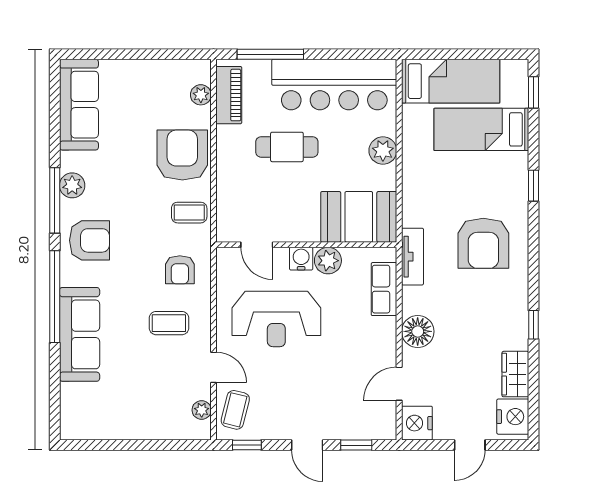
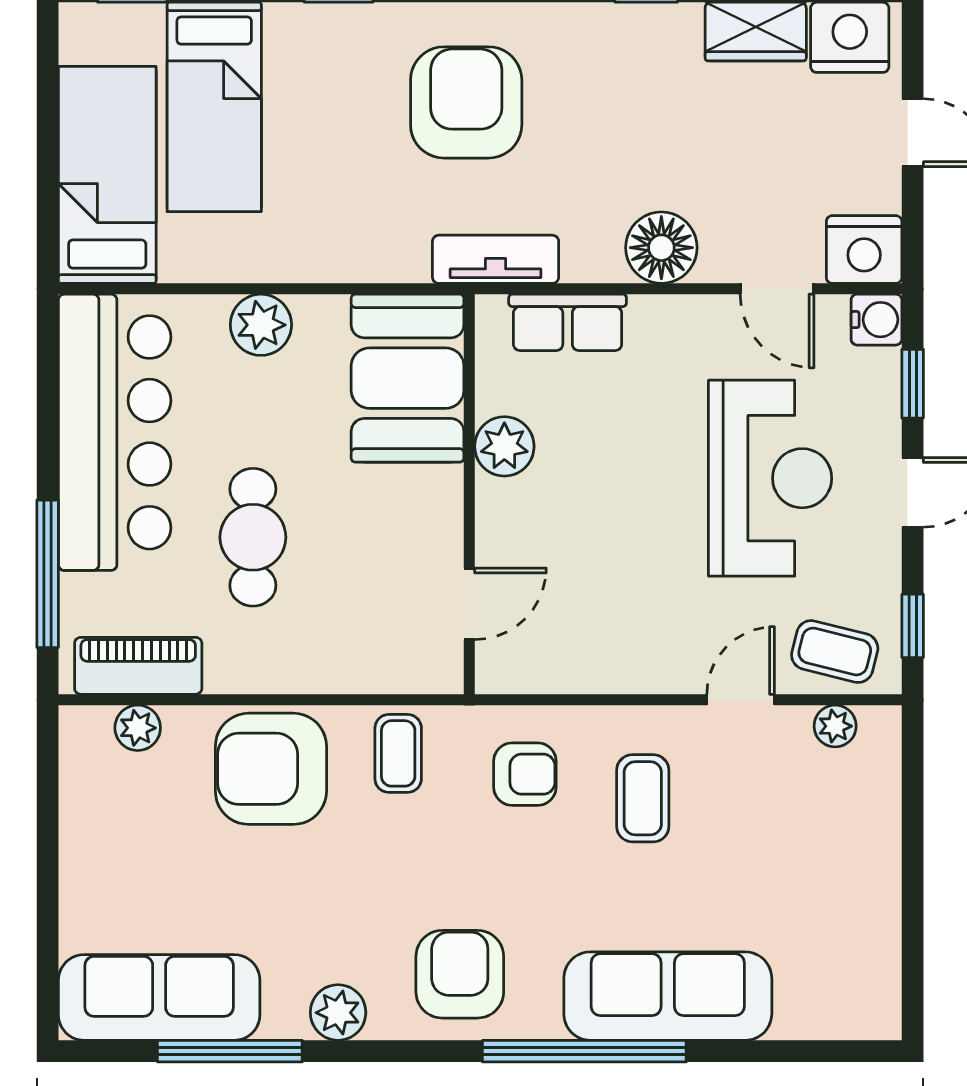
window: (55, 200) -> (230, 1051), moved
armchair: (483, 243) -> (466, 102), turned -90
water cooler: (301, 259) -> (876, 320), moved, turned 180
reception desk: (276, 319) -> (770, 478), moved

